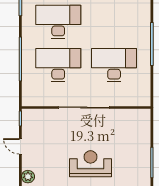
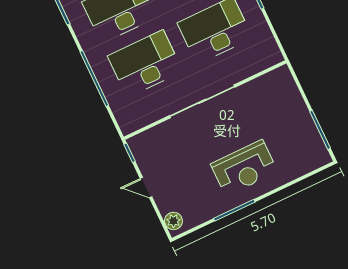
reception desk: (90, 164) -> (244, 168), turned 180

